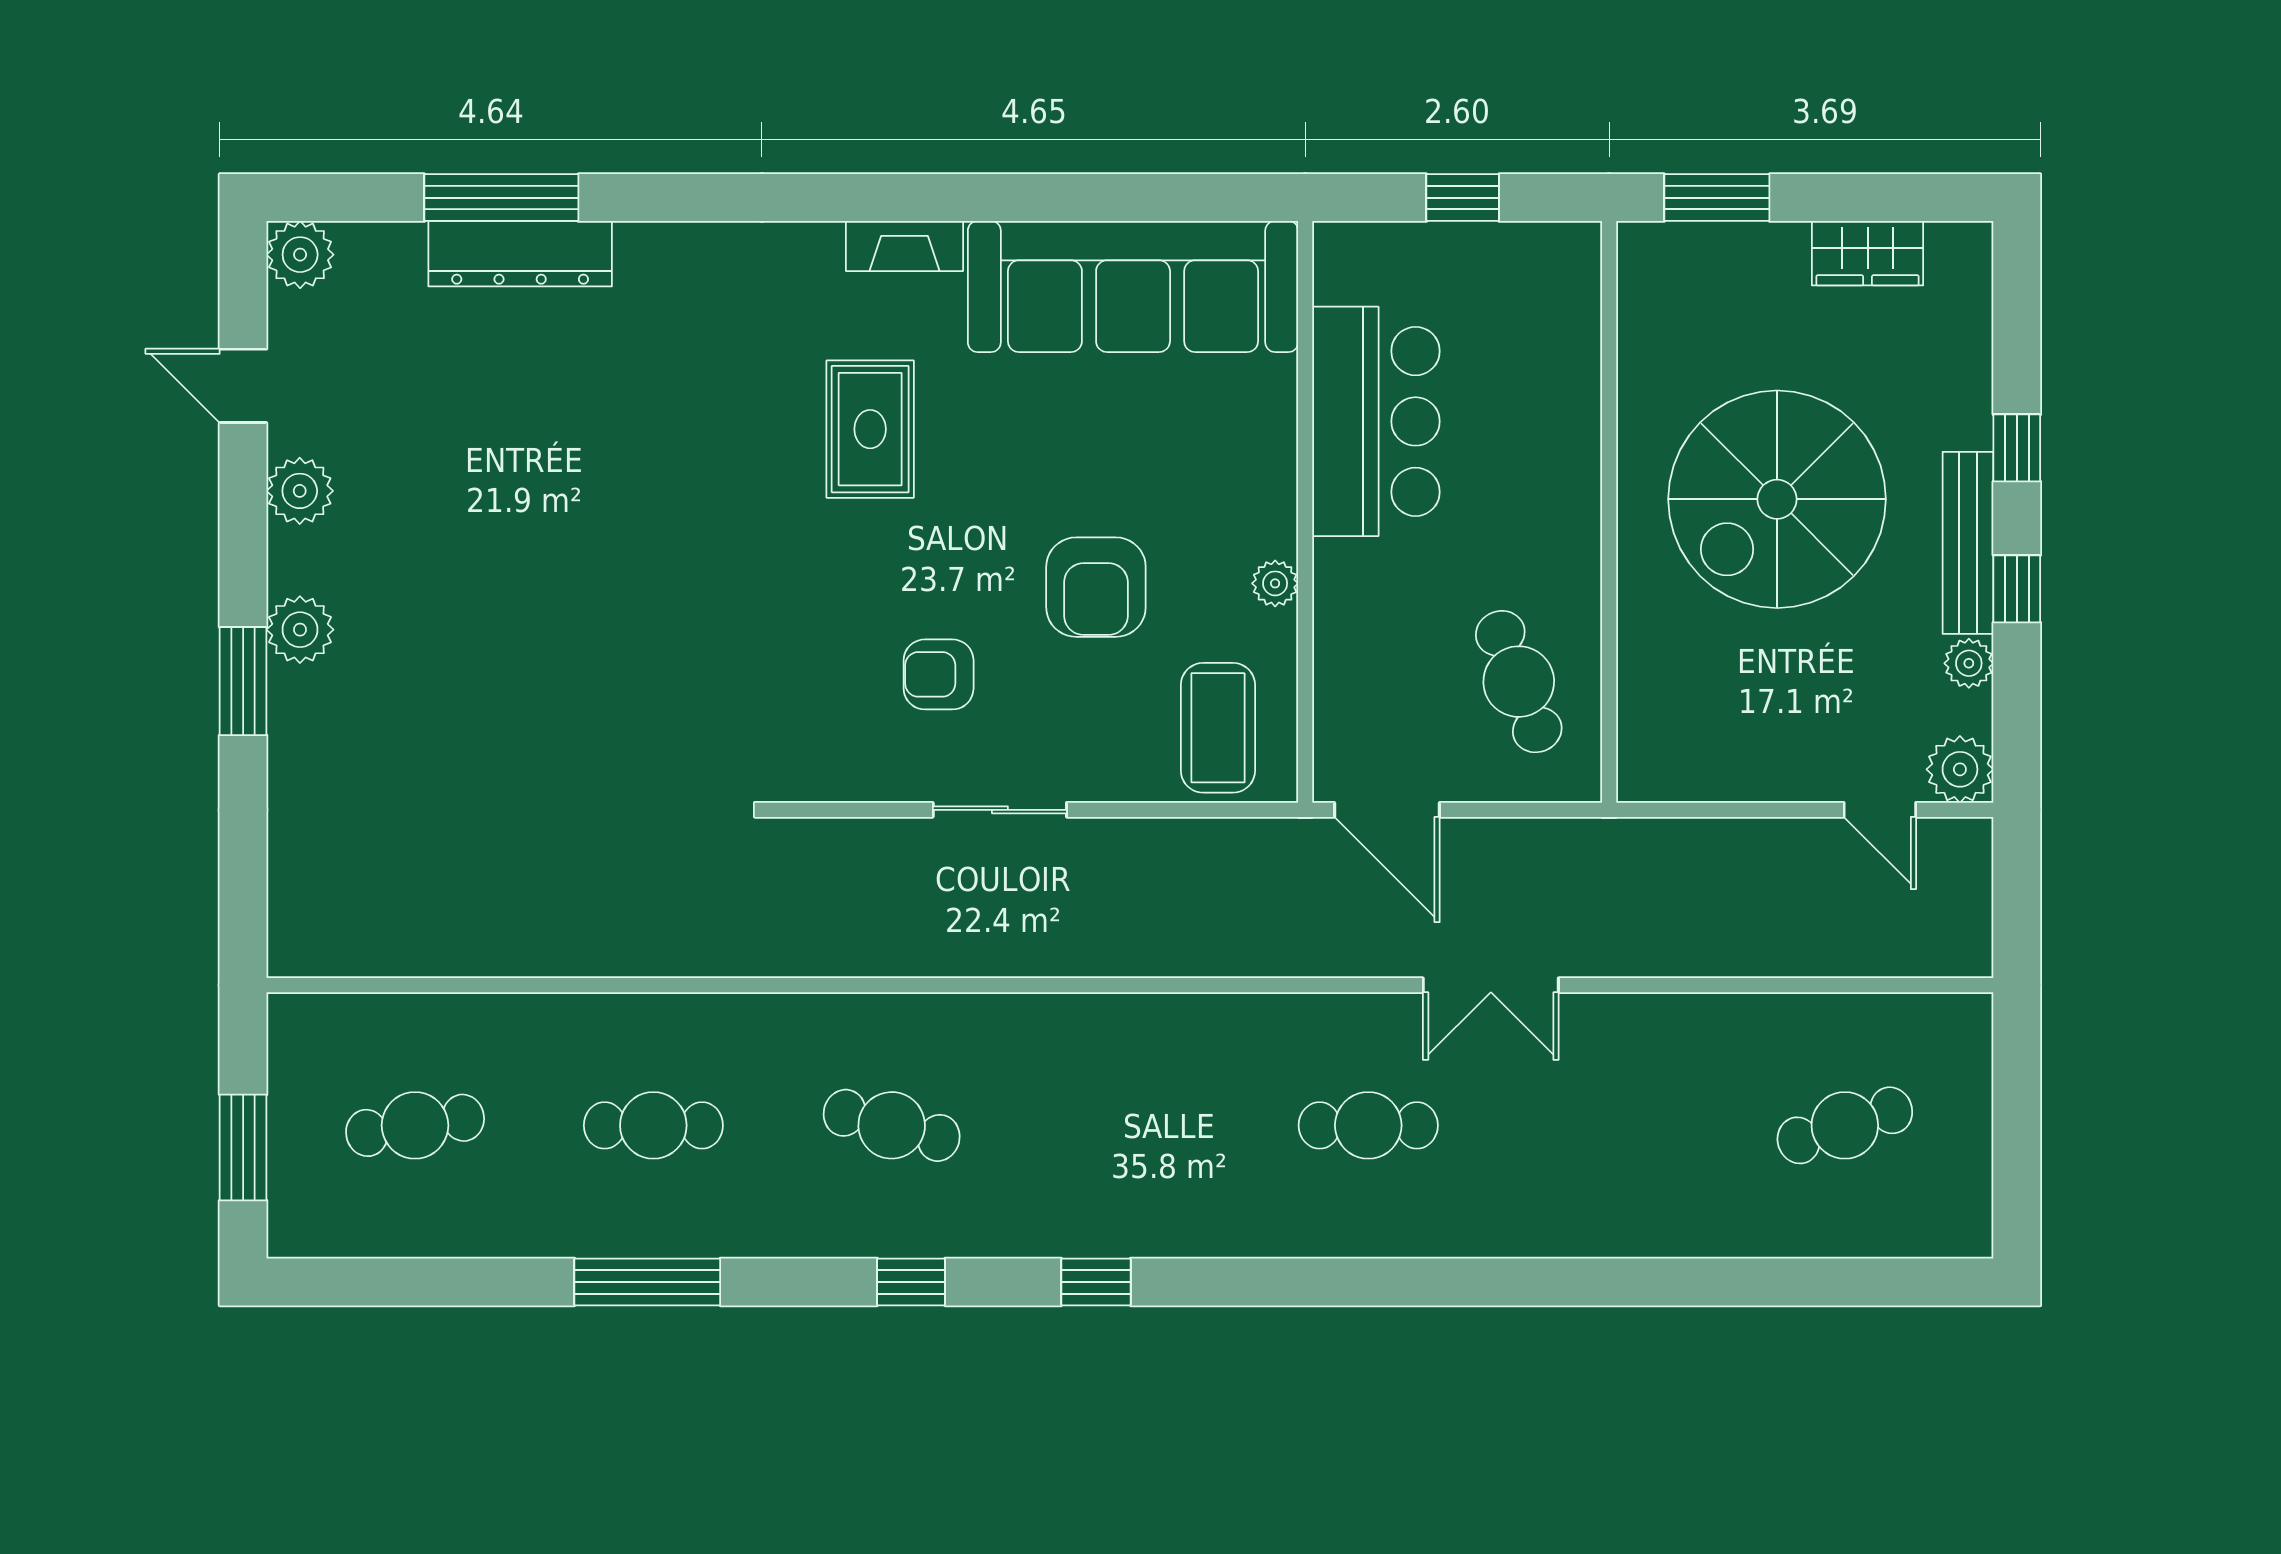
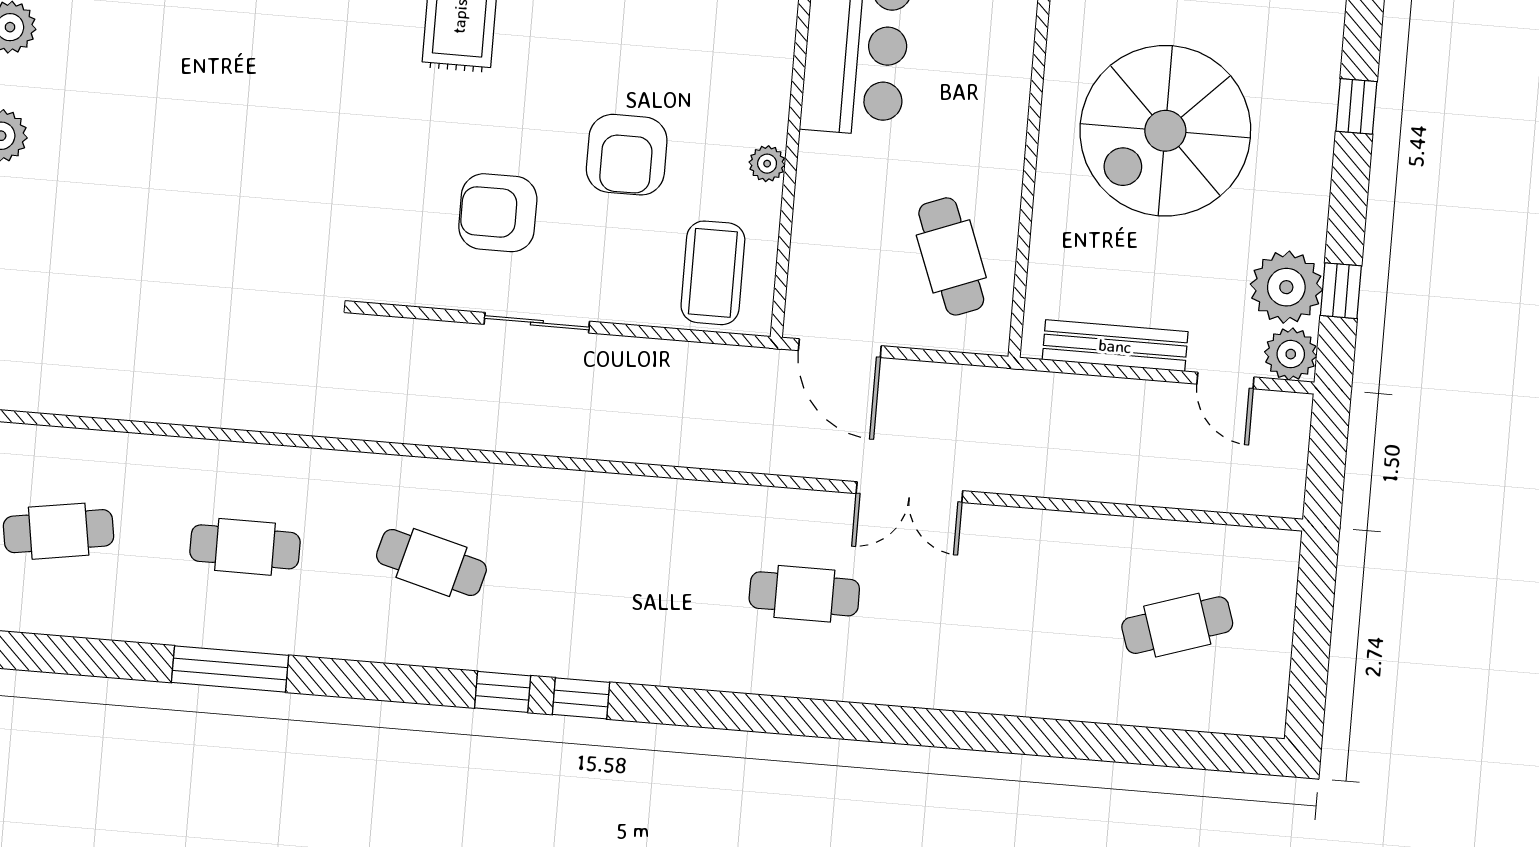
bench: (1968, 543) -> (1115, 346), moved, turned 90
window: (2017, 589) -> (1341, 291), moved
plant: (1969, 663) -> (1286, 287), width x1.87, depth x1.87
armchair: (939, 674) -> (498, 213), width x1.38, depth x1.38
window: (911, 1282) -> (503, 692), moved

